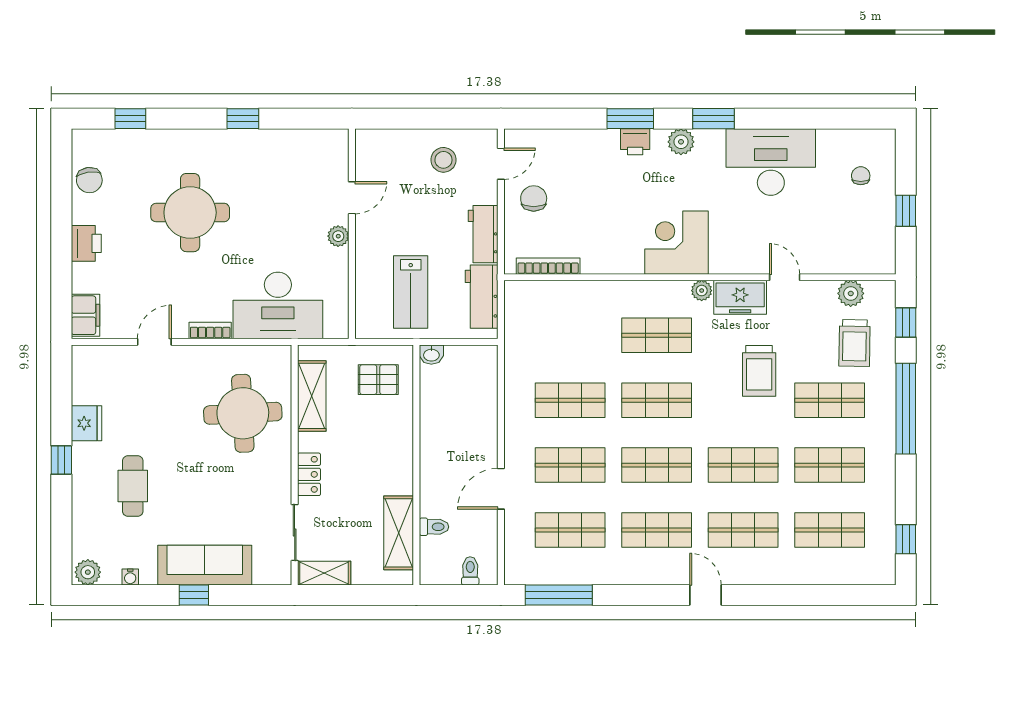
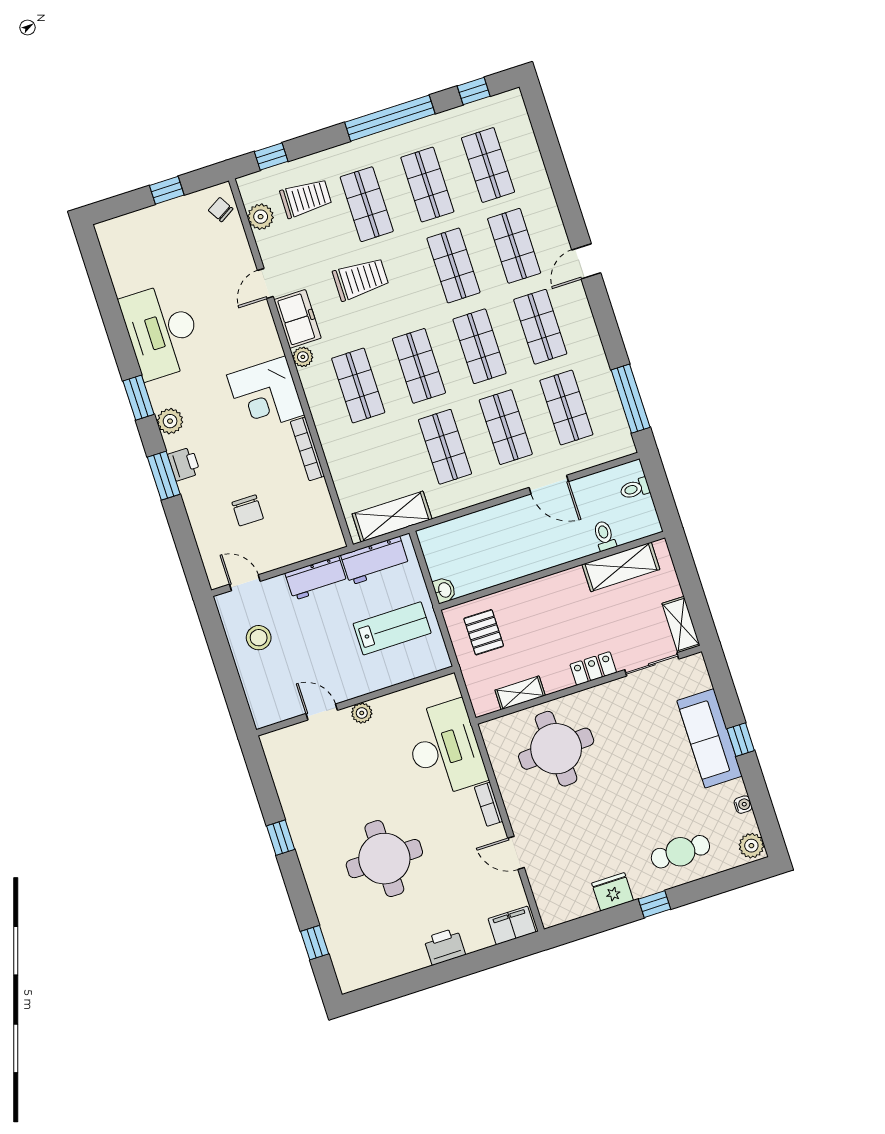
chair: (861, 176) -> (221, 210), moved, turned 59
chair: (89, 180) -> (384, 963), removed
chair: (534, 198) -> (248, 510), moved, turned -90
bookcase: (548, 266) -> (307, 449), moved
shelving: (519, 327) -> (392, 516), added
shelving: (312, 396) -> (520, 693), width x0.67, depth x0.75
window: (906, 409) -> (390, 118), moved
cafe table: (133, 486) -> (680, 852), moved

